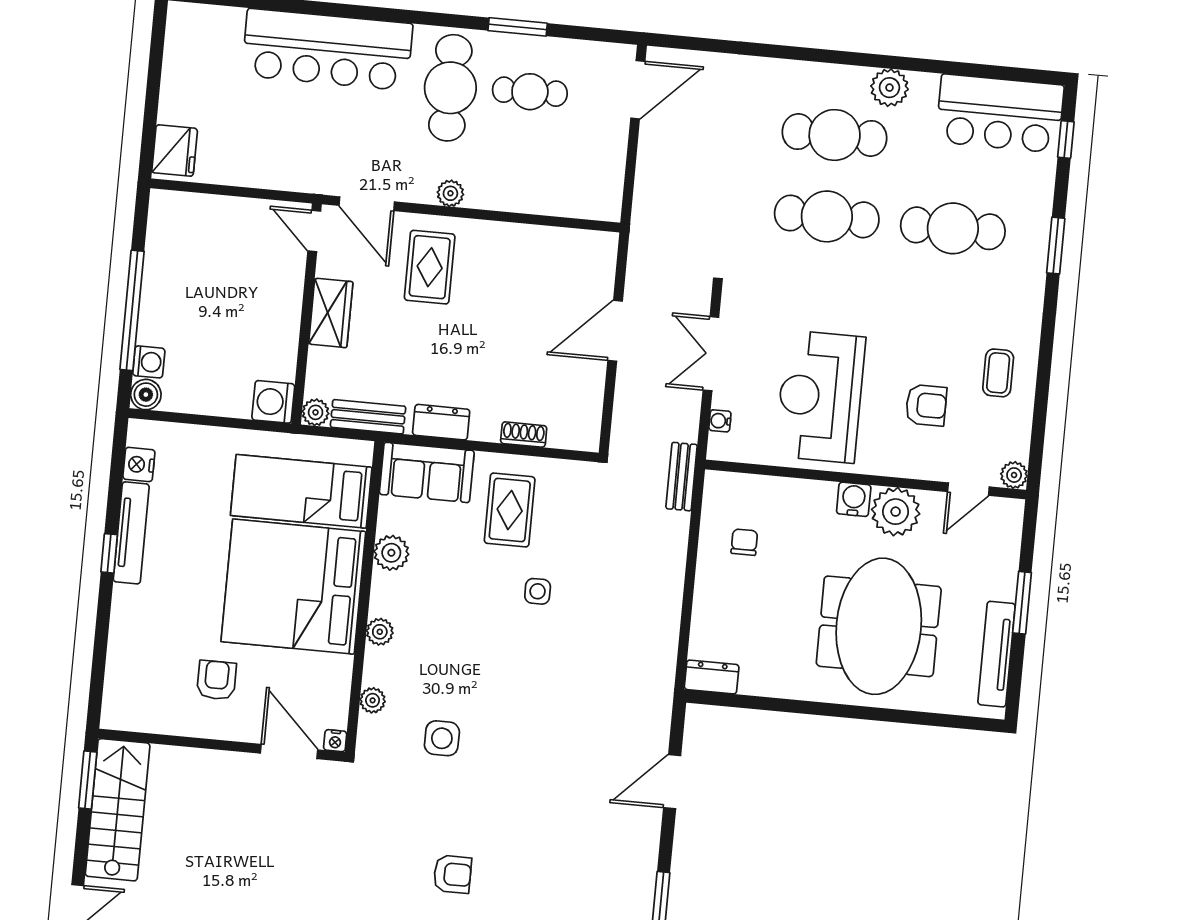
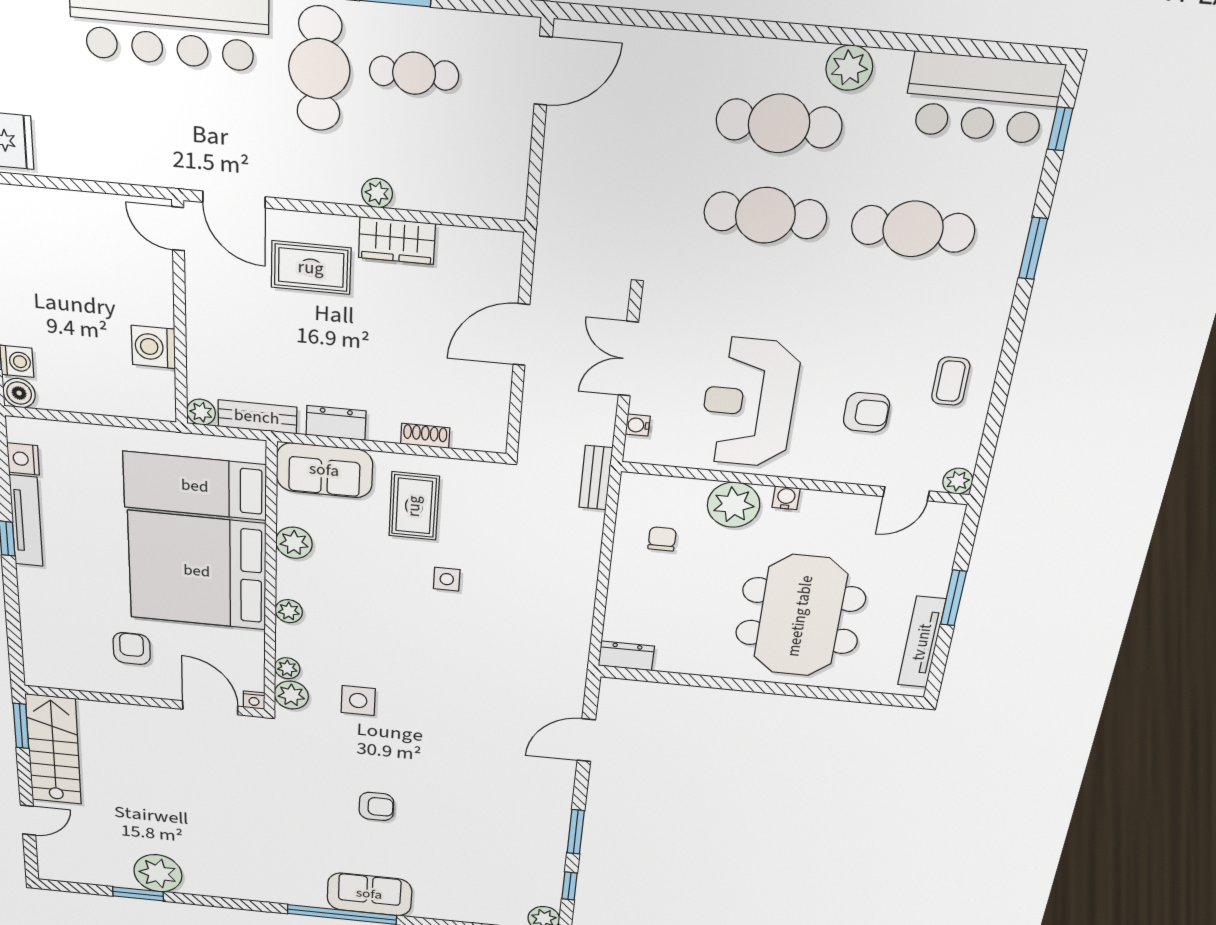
plant: (450, 193) -> (377, 193), moved
rug: (430, 267) -> (311, 268), turned 90
wardrobe: (331, 313) -> (397, 241), moved, turned 90
washing machine: (273, 402) -> (153, 347), moved
water cooler: (854, 499) -> (786, 498), width x0.72, depth x0.72
plant: (896, 512) -> (734, 505), moved
plant: (374, 733) -> (291, 695), added

